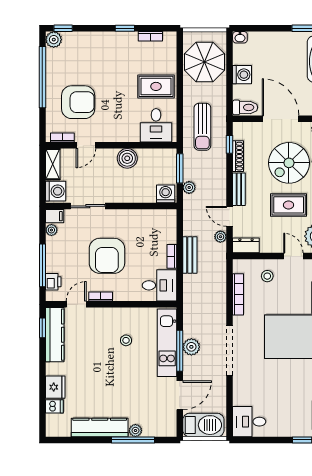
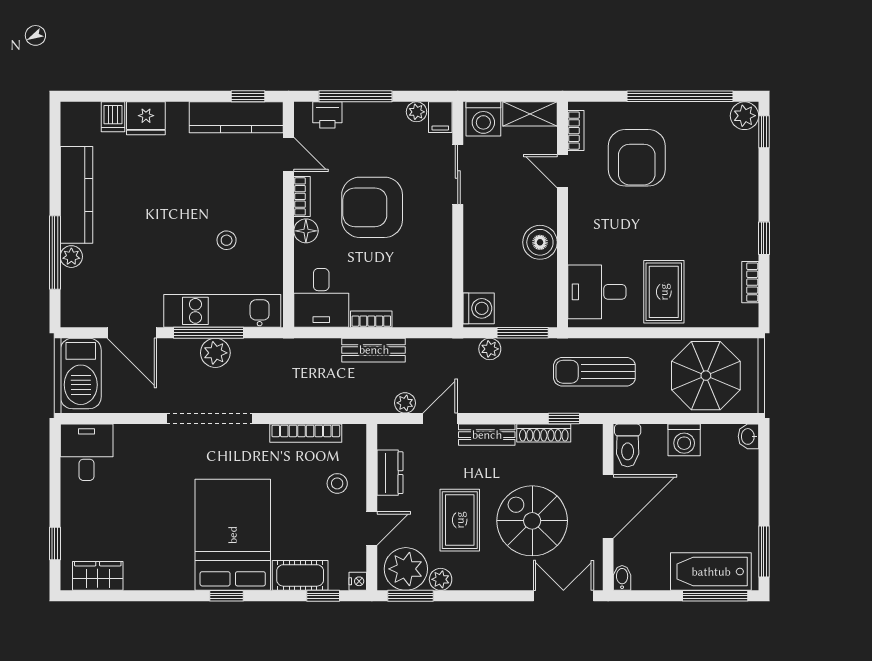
dresser: (246, 245) -> (390, 473), moved
floor lamp: (121, 294) -> (306, 231), added

